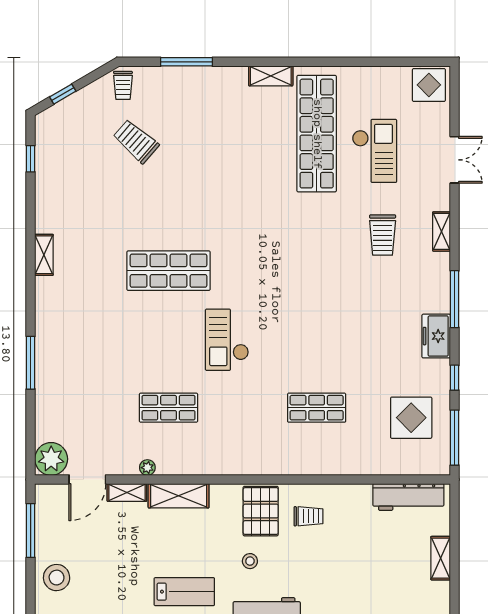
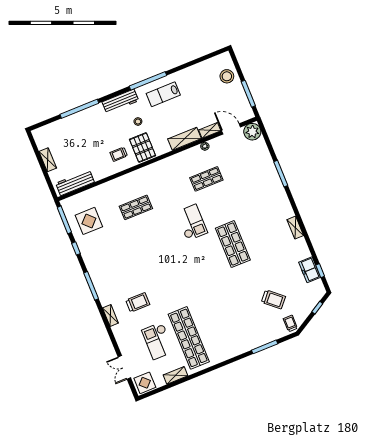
shelving: (271, 76) -> (175, 375), moved
double door: (455, 160) -> (124, 367), moved
trolley: (383, 235) -> (138, 302), turned 90
shop shelf: (169, 271) -> (233, 244), turned 90
freezer: (436, 336) -> (310, 270), moved, turned 180
door: (87, 480) -> (231, 129), hinge flipped

